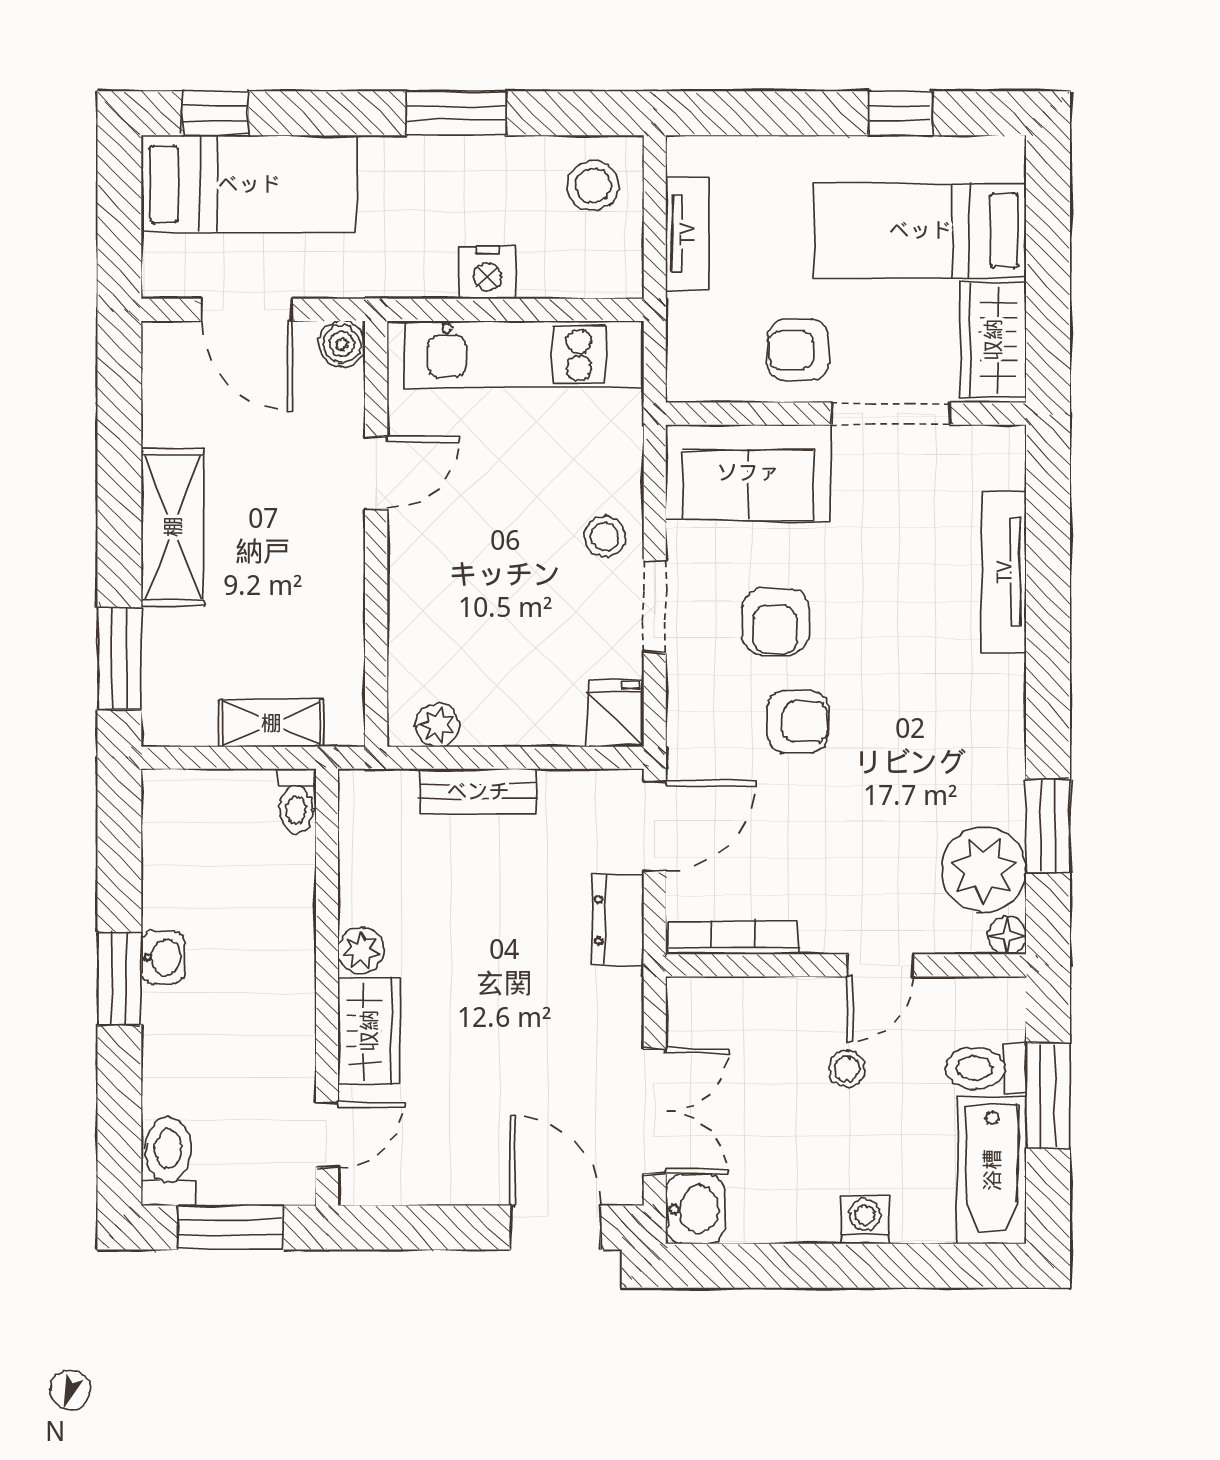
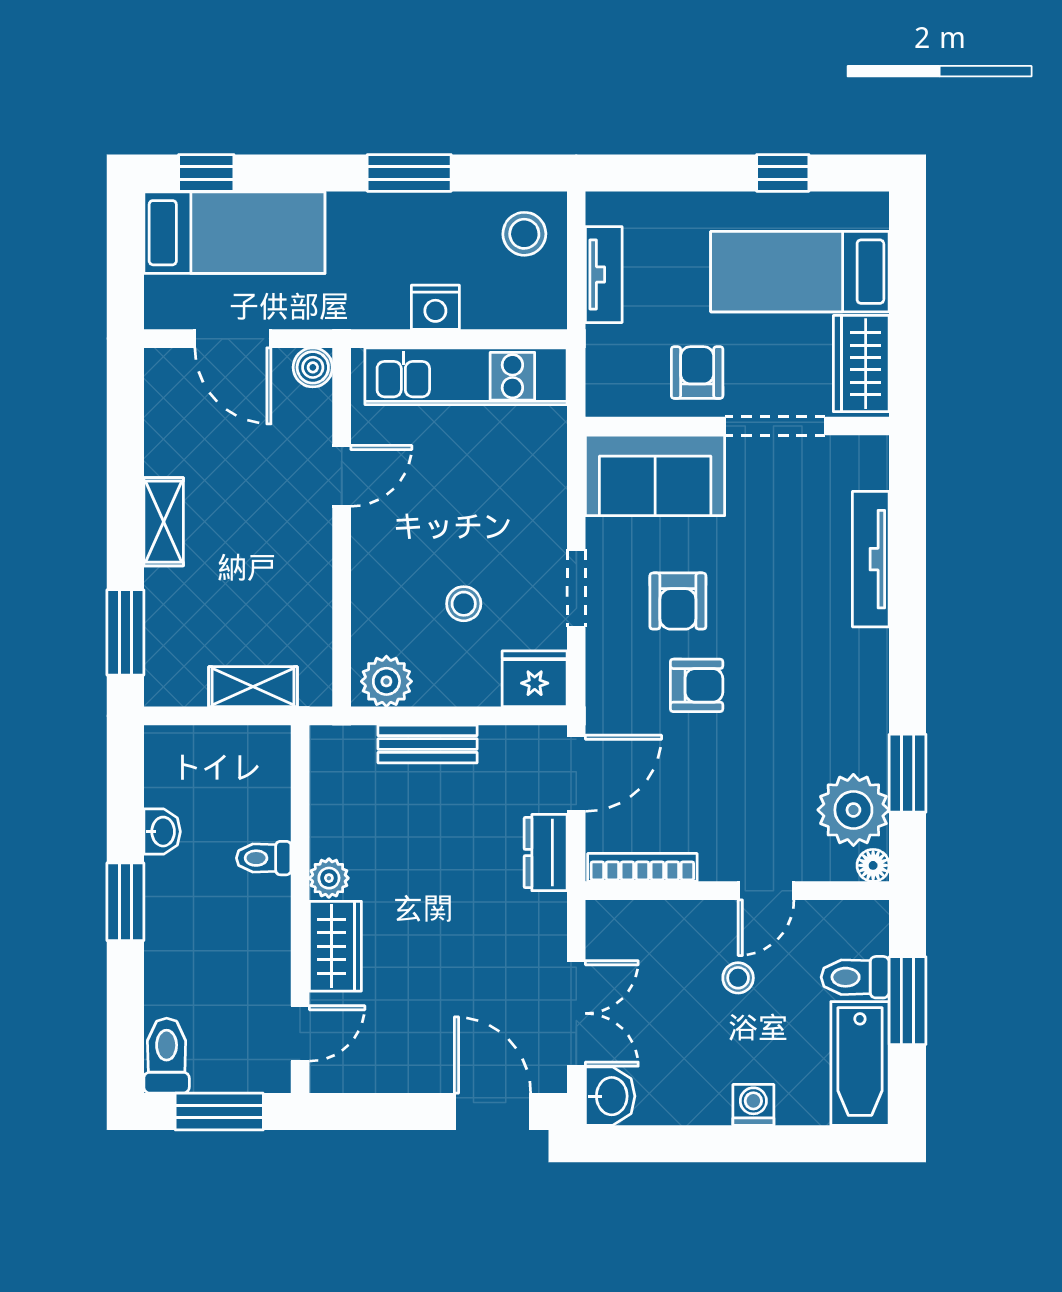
armchair: (798, 350) -> (697, 372), turned 90
shelving: (173, 527) -> (164, 522), width x0.67, depth x0.75
stool: (605, 537) -> (464, 604), moved
fridge: (616, 714) -> (535, 679), width x1.38
plant: (438, 725) -> (386, 681), width x1.38, depth x1.38
toilet: (296, 801) -> (264, 858), moved, turned 90
washbasin: (163, 957) -> (162, 832), moved

